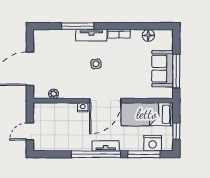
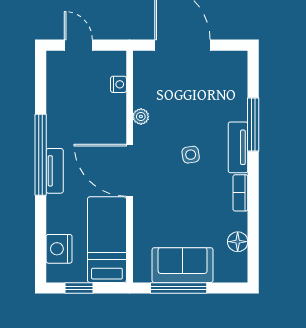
plant: (54, 94) -> (141, 117), moved
nightstand: (83, 107) -> (118, 84), moved
window: (144, 154) -> (41, 234), removed

